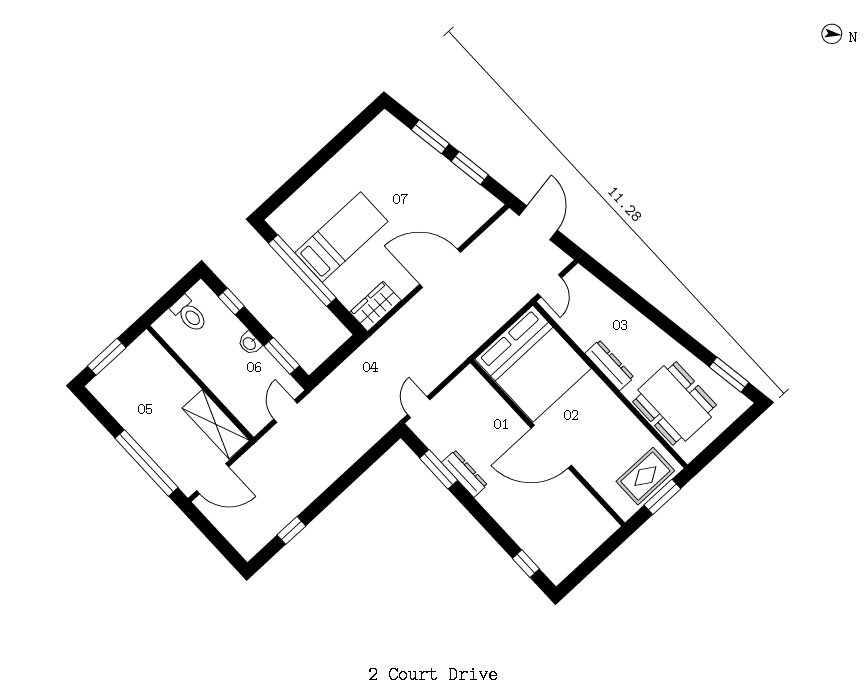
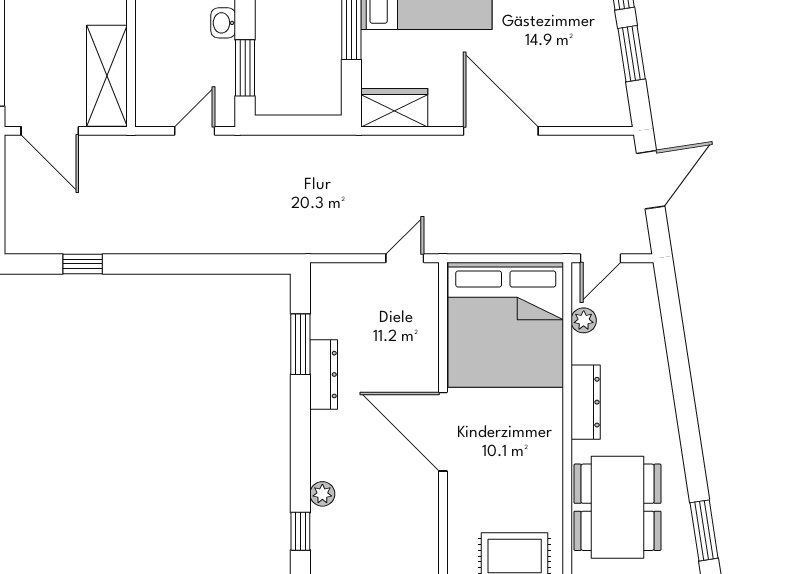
plant: (570, 325) -> (584, 320), added
door: (419, 407) -> (405, 258), moved
plant: (519, 534) -> (322, 494), added

